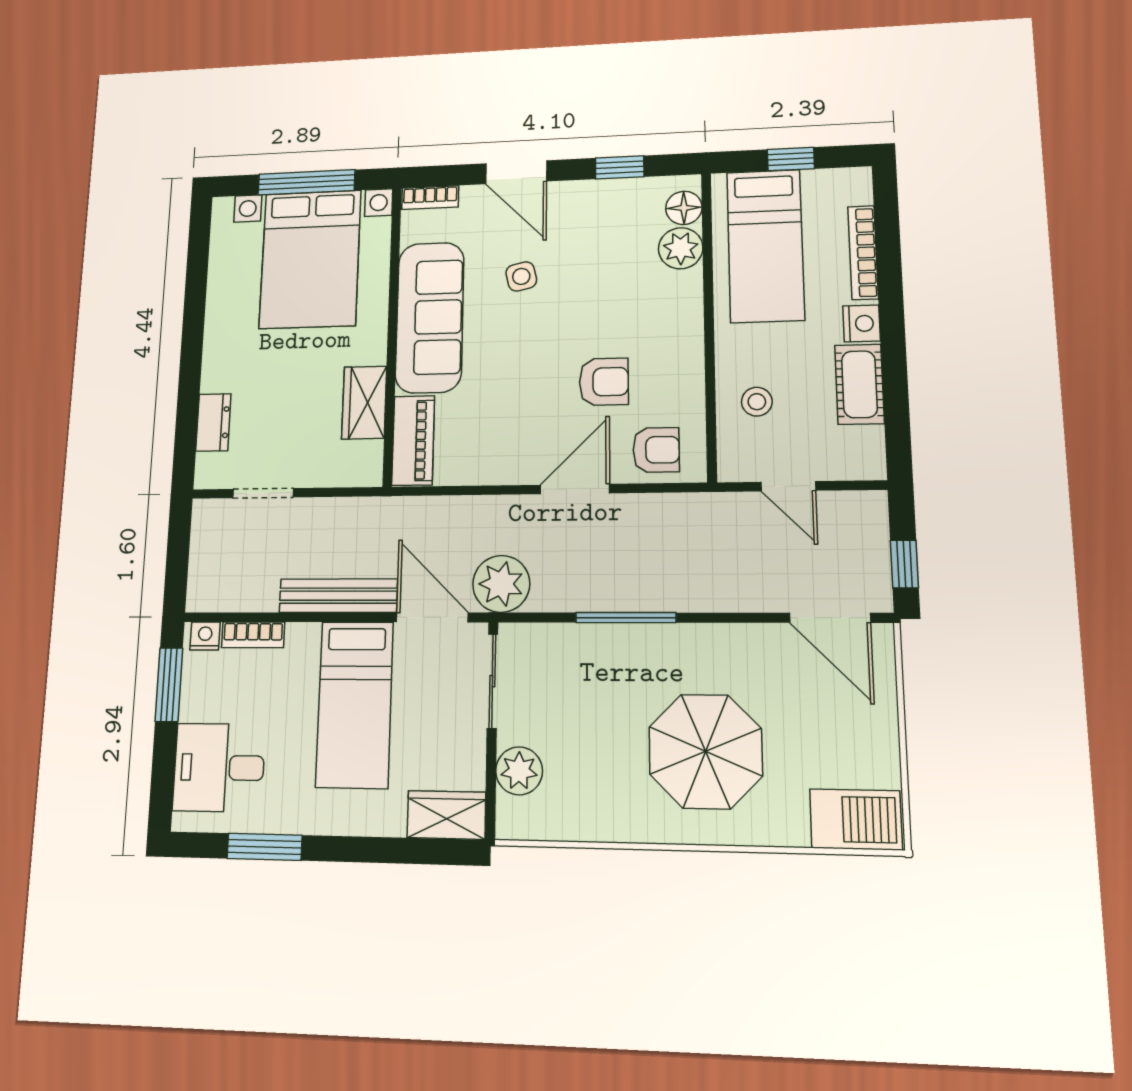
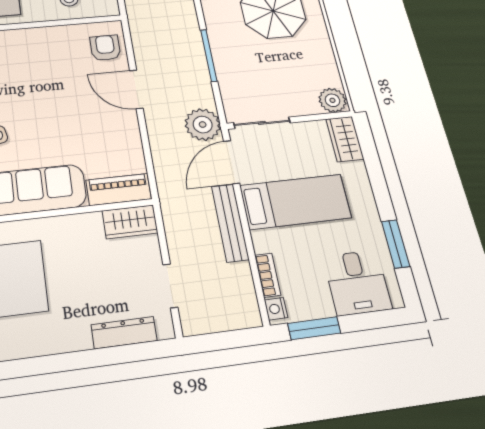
armchair: (604, 382) -> (65, 80), removed
wardrobe: (364, 403) -> (130, 222), moved
dresser: (213, 422) -> (124, 333), width x1.44
plant: (519, 771) -> (332, 100), moved

